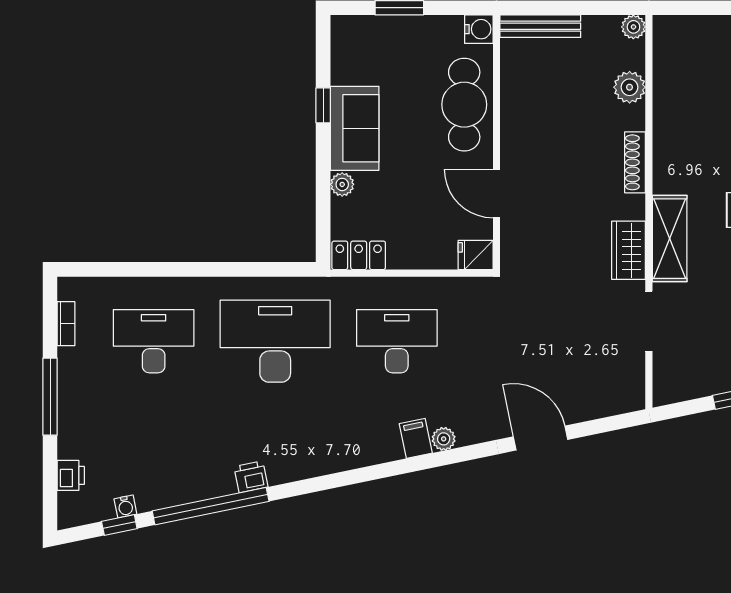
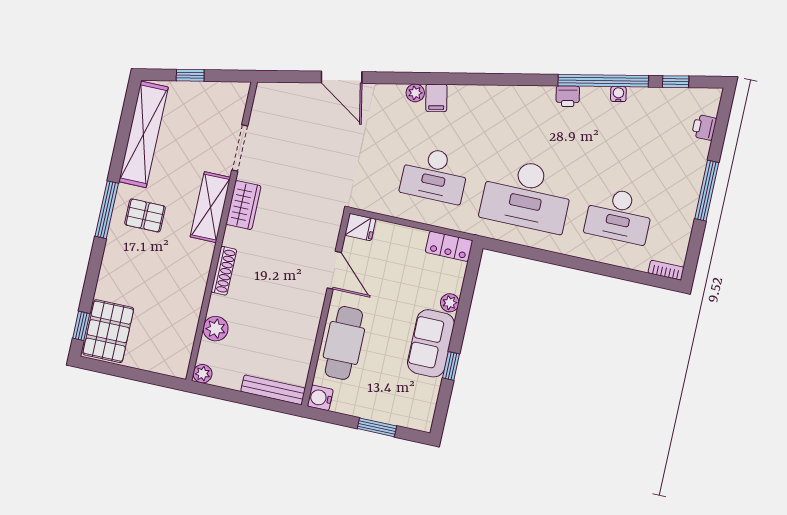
bookcase: (66, 324) -> (666, 270), moved, turned 90
water cooler: (125, 506) -> (618, 94), moved

